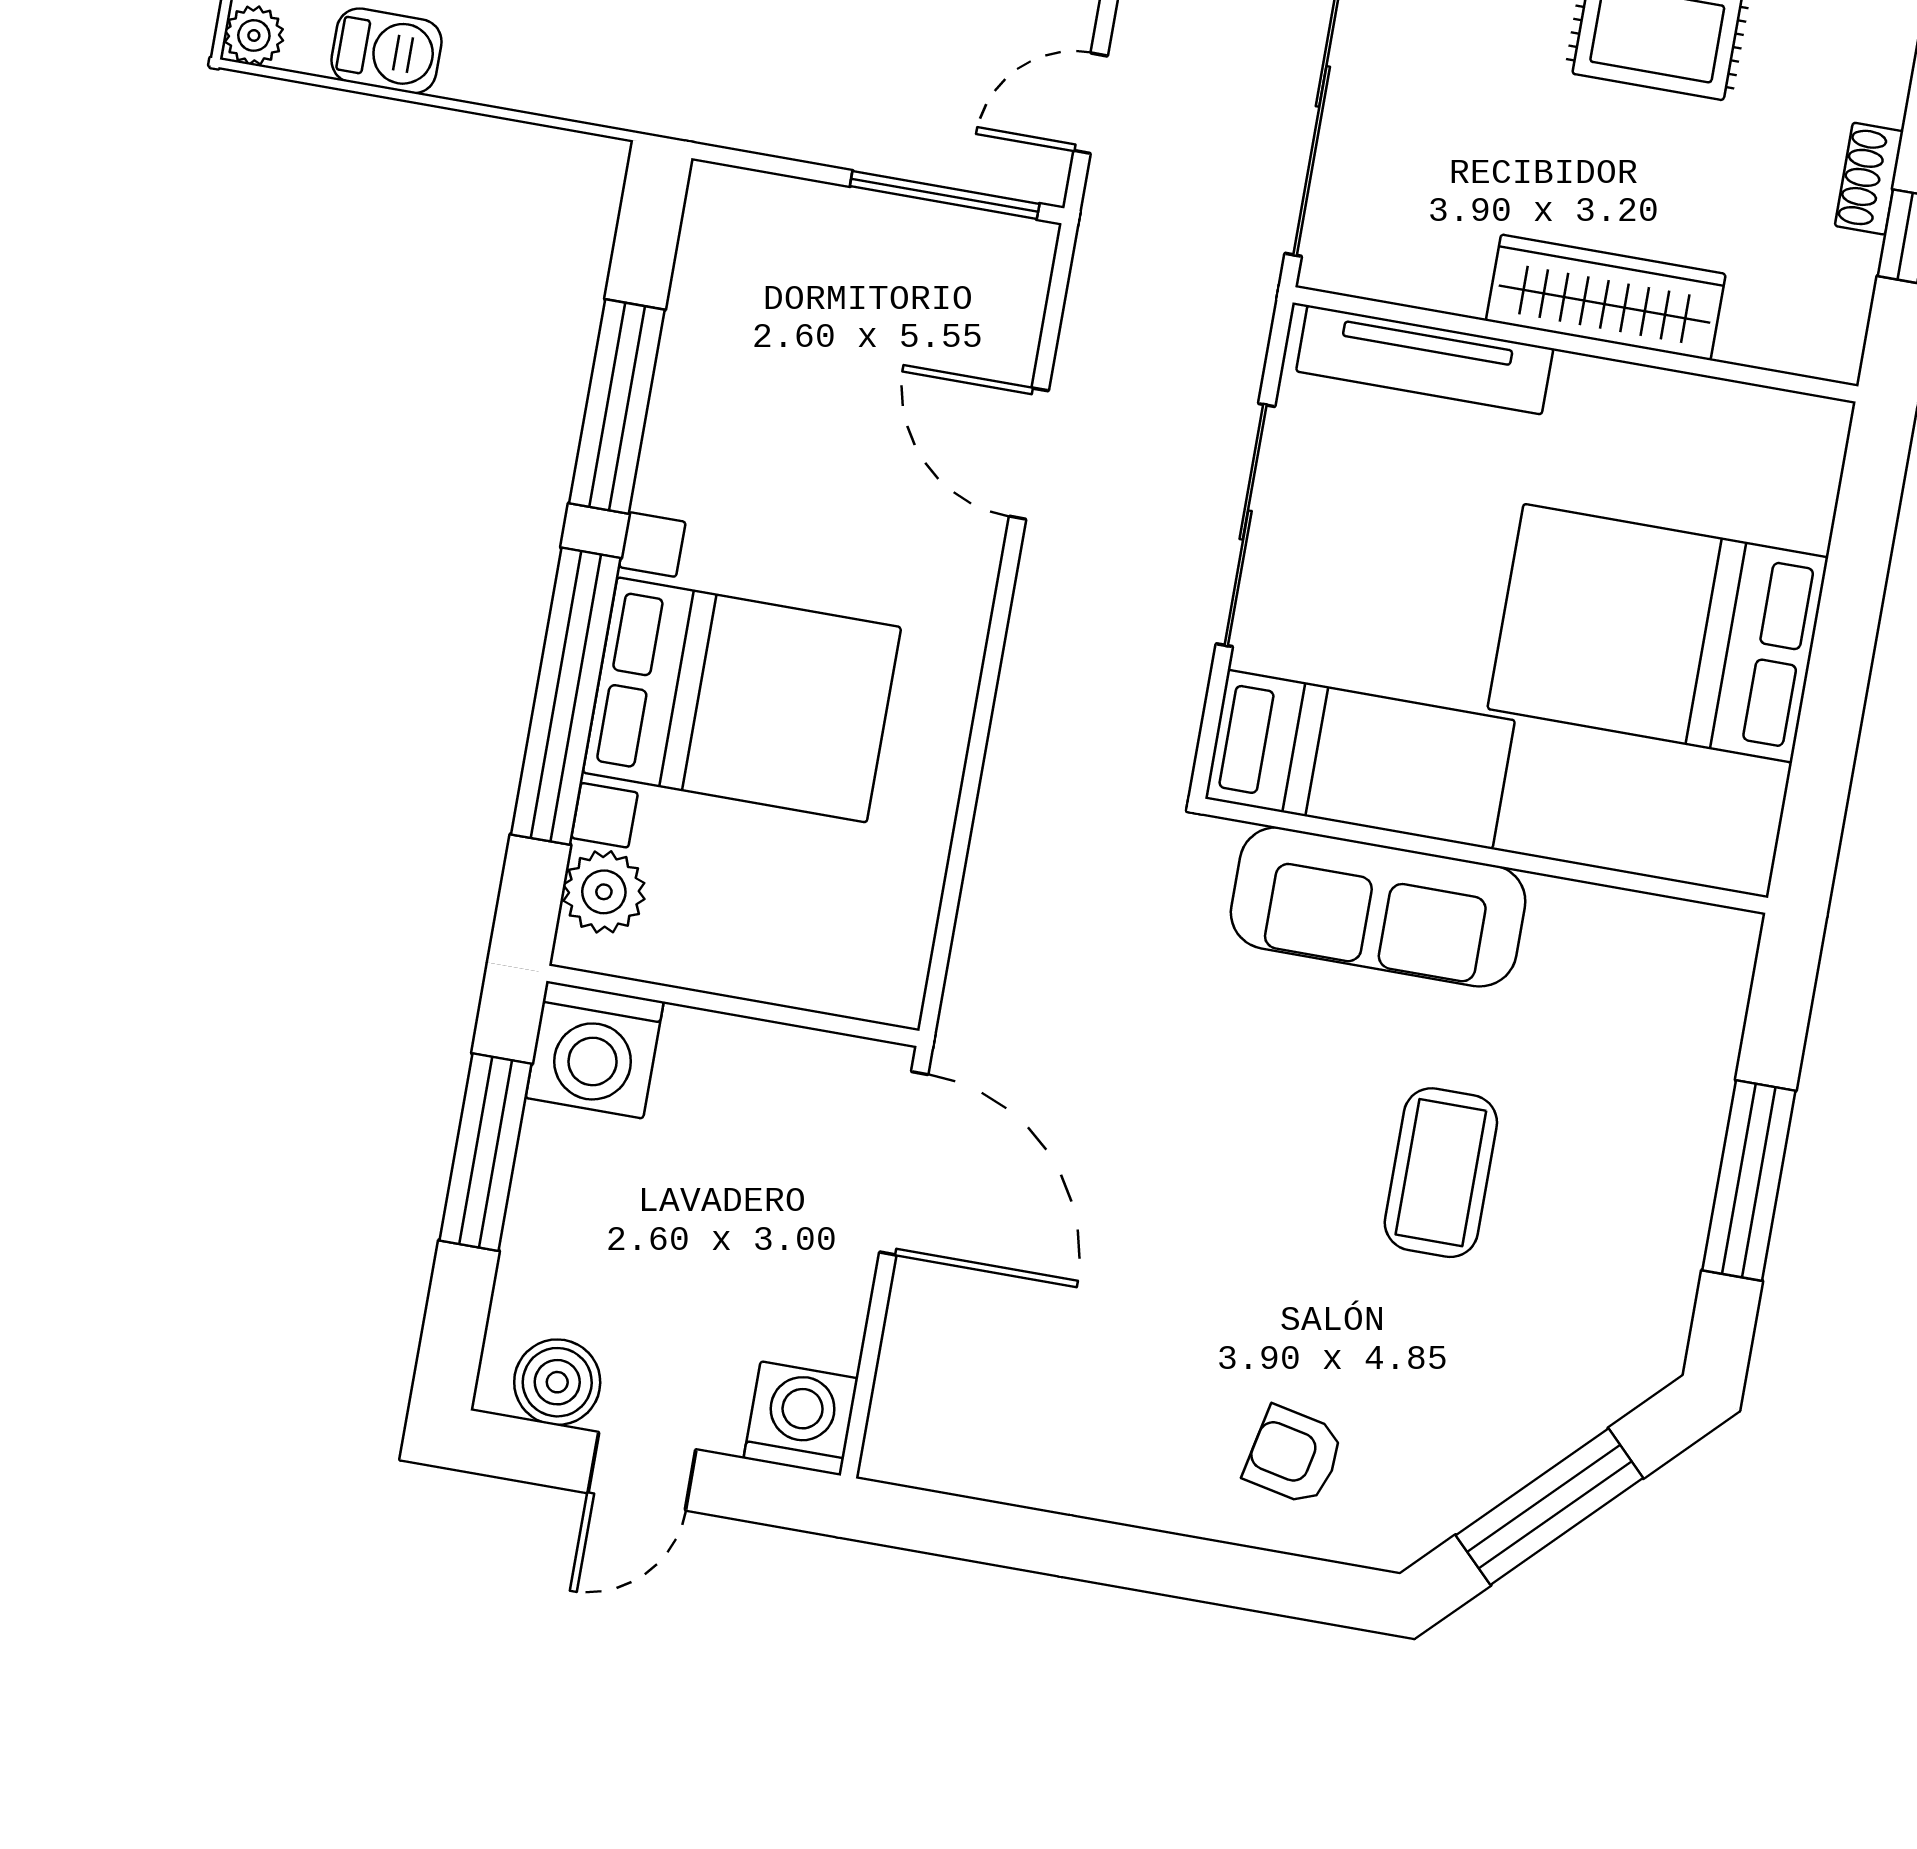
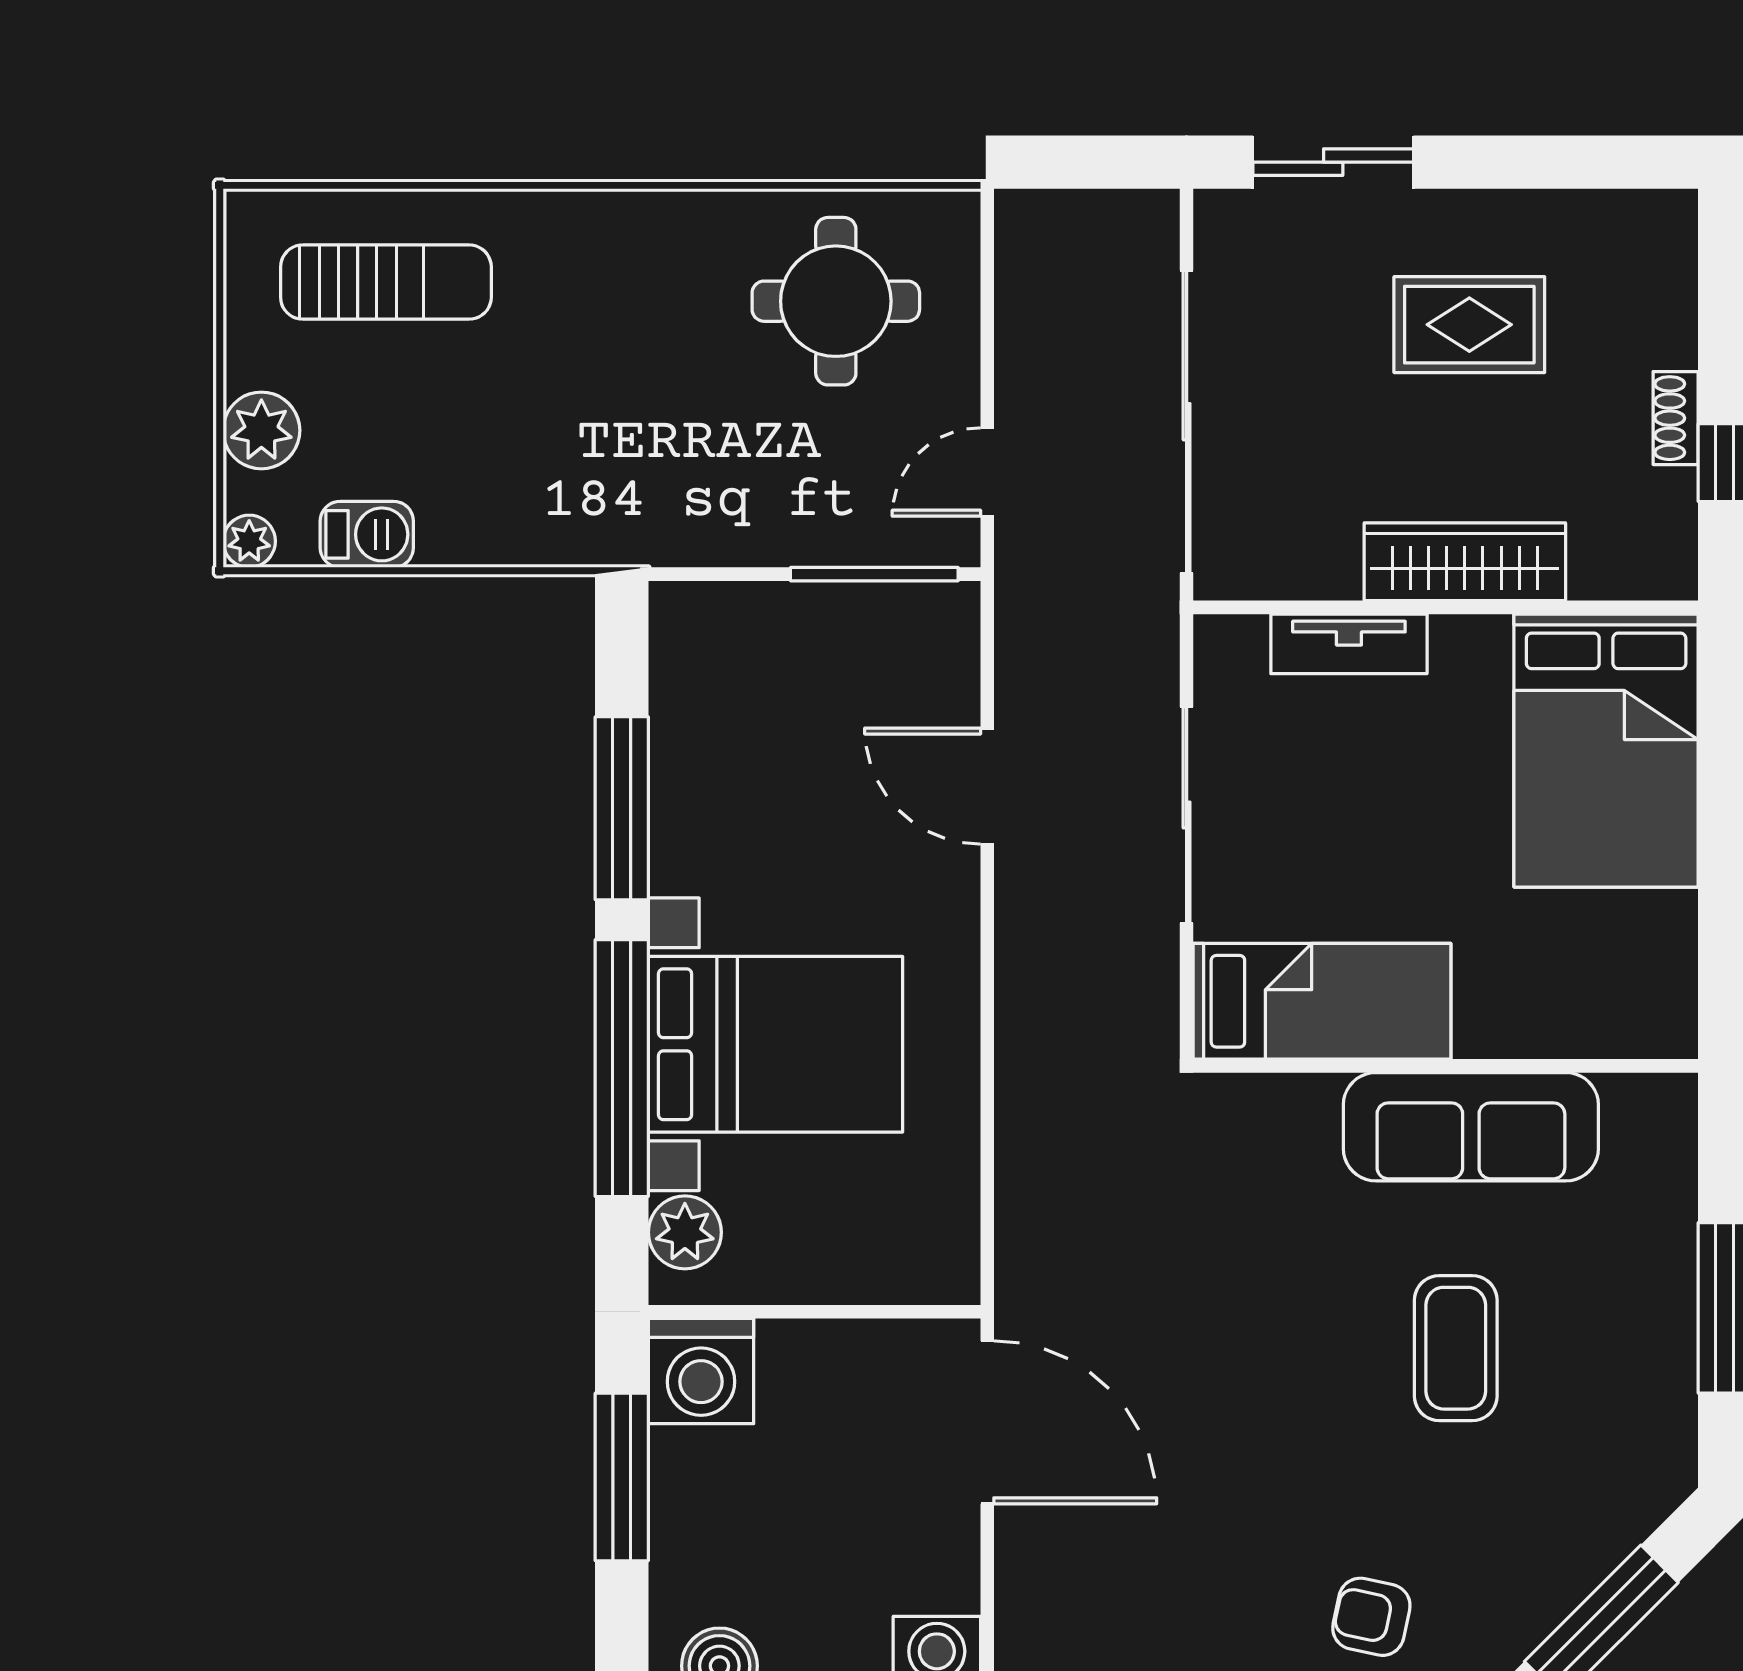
tv unit: (1425, 360) -> (1349, 644), width x0.71
bed: (1658, 633) -> (1606, 751), moved, turned -90
sofa: (1378, 907) -> (1471, 1127), moved

